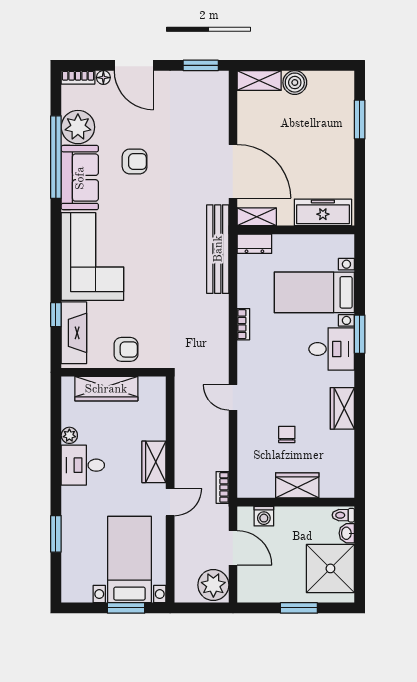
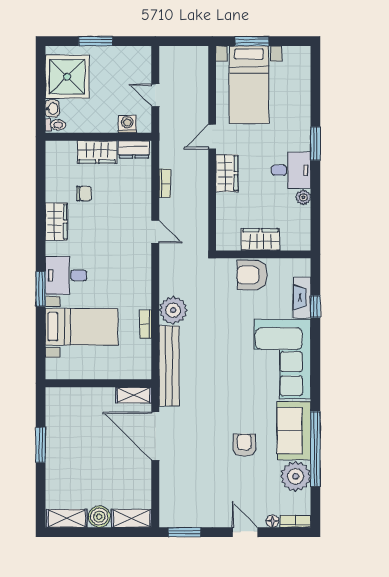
door: (134, 65) -> (245, 532), width x0.73
shelving: (331, 81) -> (67, 518), added
window: (360, 120) -> (41, 445), moved
armchair: (135, 161) -> (244, 445), turned 90
freezer: (323, 212) -> (74, 399), removed
dresser: (254, 244) -> (134, 149), moved, turned 180
bookcase: (243, 324) -> (146, 324), moved
fireplace: (74, 333) -> (302, 298), width x0.73, depth x0.76
armchair: (126, 349) -> (252, 275), width x1.38, depth x1.38
wardrobe: (106, 389) -> (260, 240), width x0.67
chair: (287, 434) -> (84, 194), moved, turned -90
bookcase: (222, 487) -> (165, 183), moved
window: (56, 534) -> (315, 144), moved
door: (233, 548) -> (155, 95), width x0.73
plant: (213, 585) -> (173, 310), moved

